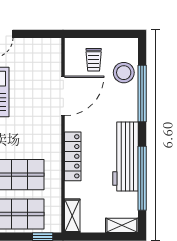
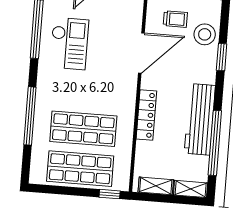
trolley: (94, 60) -> (175, 19), turned -90
window: (142, 94) -> (222, 57), width x0.47
shelving: (72, 216) -> (156, 186), moved, turned 90

